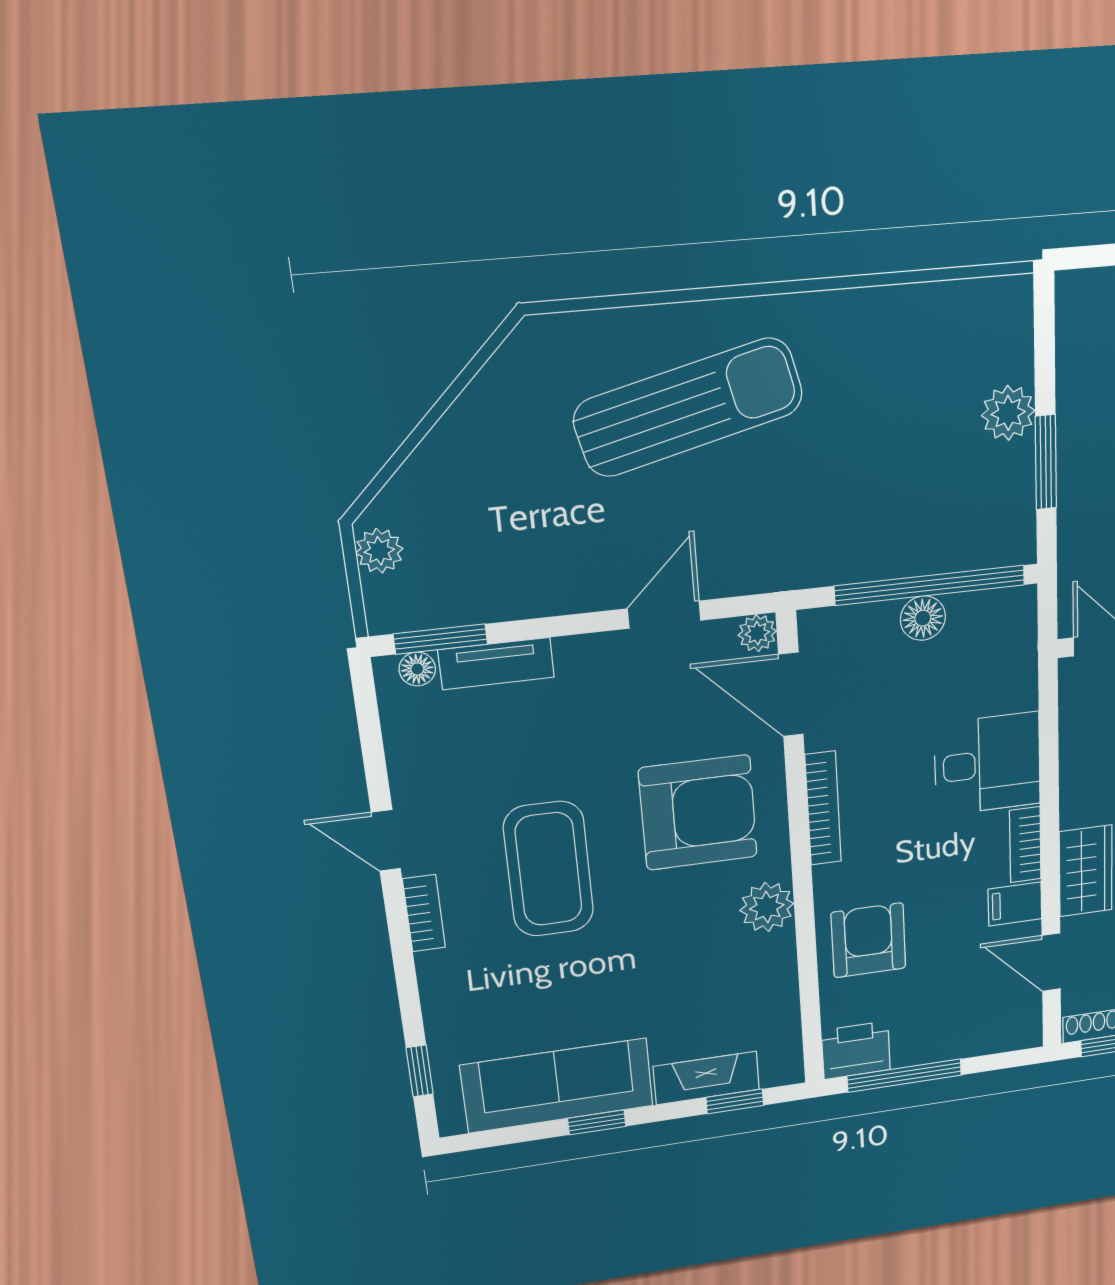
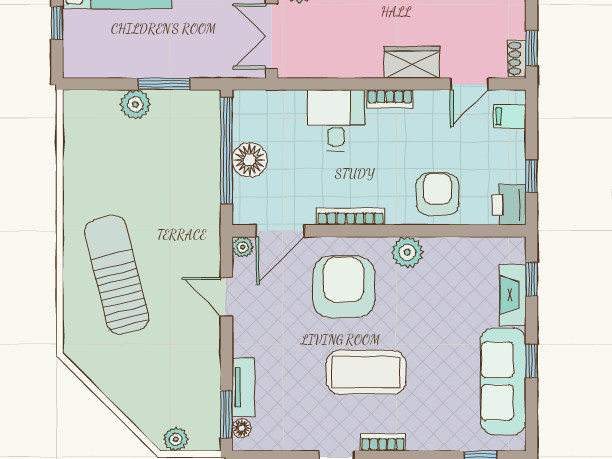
floor lamp: (923, 618) -> (250, 160), width x1.38, depth x1.38
filing cabinet: (1015, 904) -> (510, 116), moved, turned 90
armchair: (869, 940) -> (438, 194), turned 90
window: (904, 1076) -> (532, 176), width x0.46

